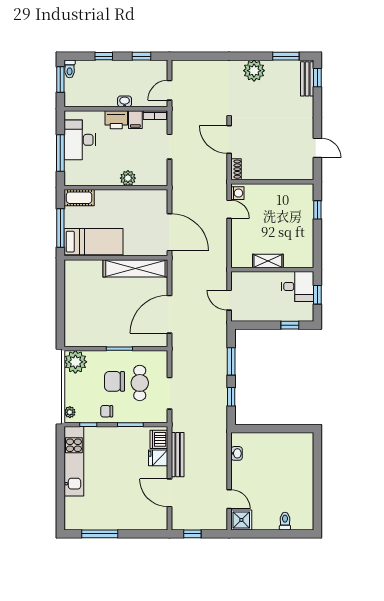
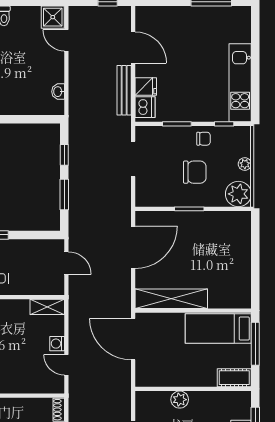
washing machine: (237, 193) -> (57, 344), moved
shelving: (268, 261) -> (47, 307), moved
cafe table: (140, 383) -> (166, 170), removed
plant: (70, 412) -> (245, 164), moved

